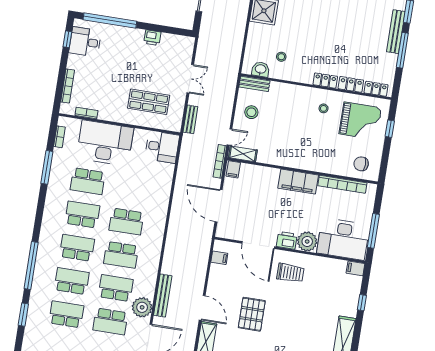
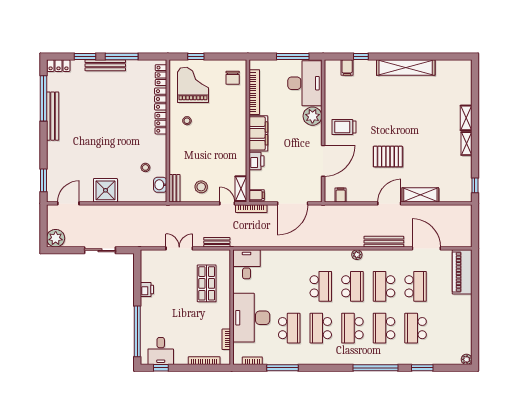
printer: (287, 240) -> (257, 161), moved, turned 180
filing cabinet: (355, 268) -> (347, 67), moved
trolley: (290, 273) -> (344, 127), turned -90
plant: (142, 307) -> (357, 255), moved, width x0.53, depth x0.53

